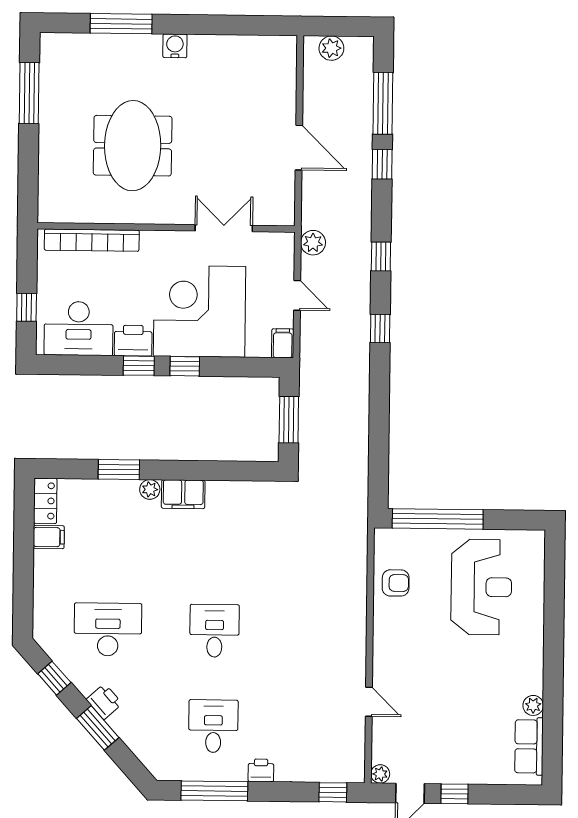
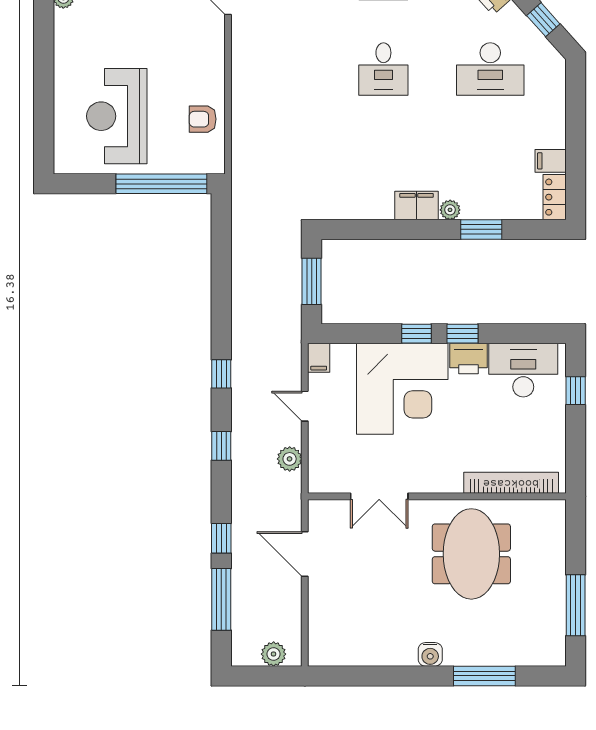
wall: (166, 227) -> (437, 496), moved
double door: (224, 228) -> (379, 496), moved
bookcase: (92, 240) -> (511, 483), moved

